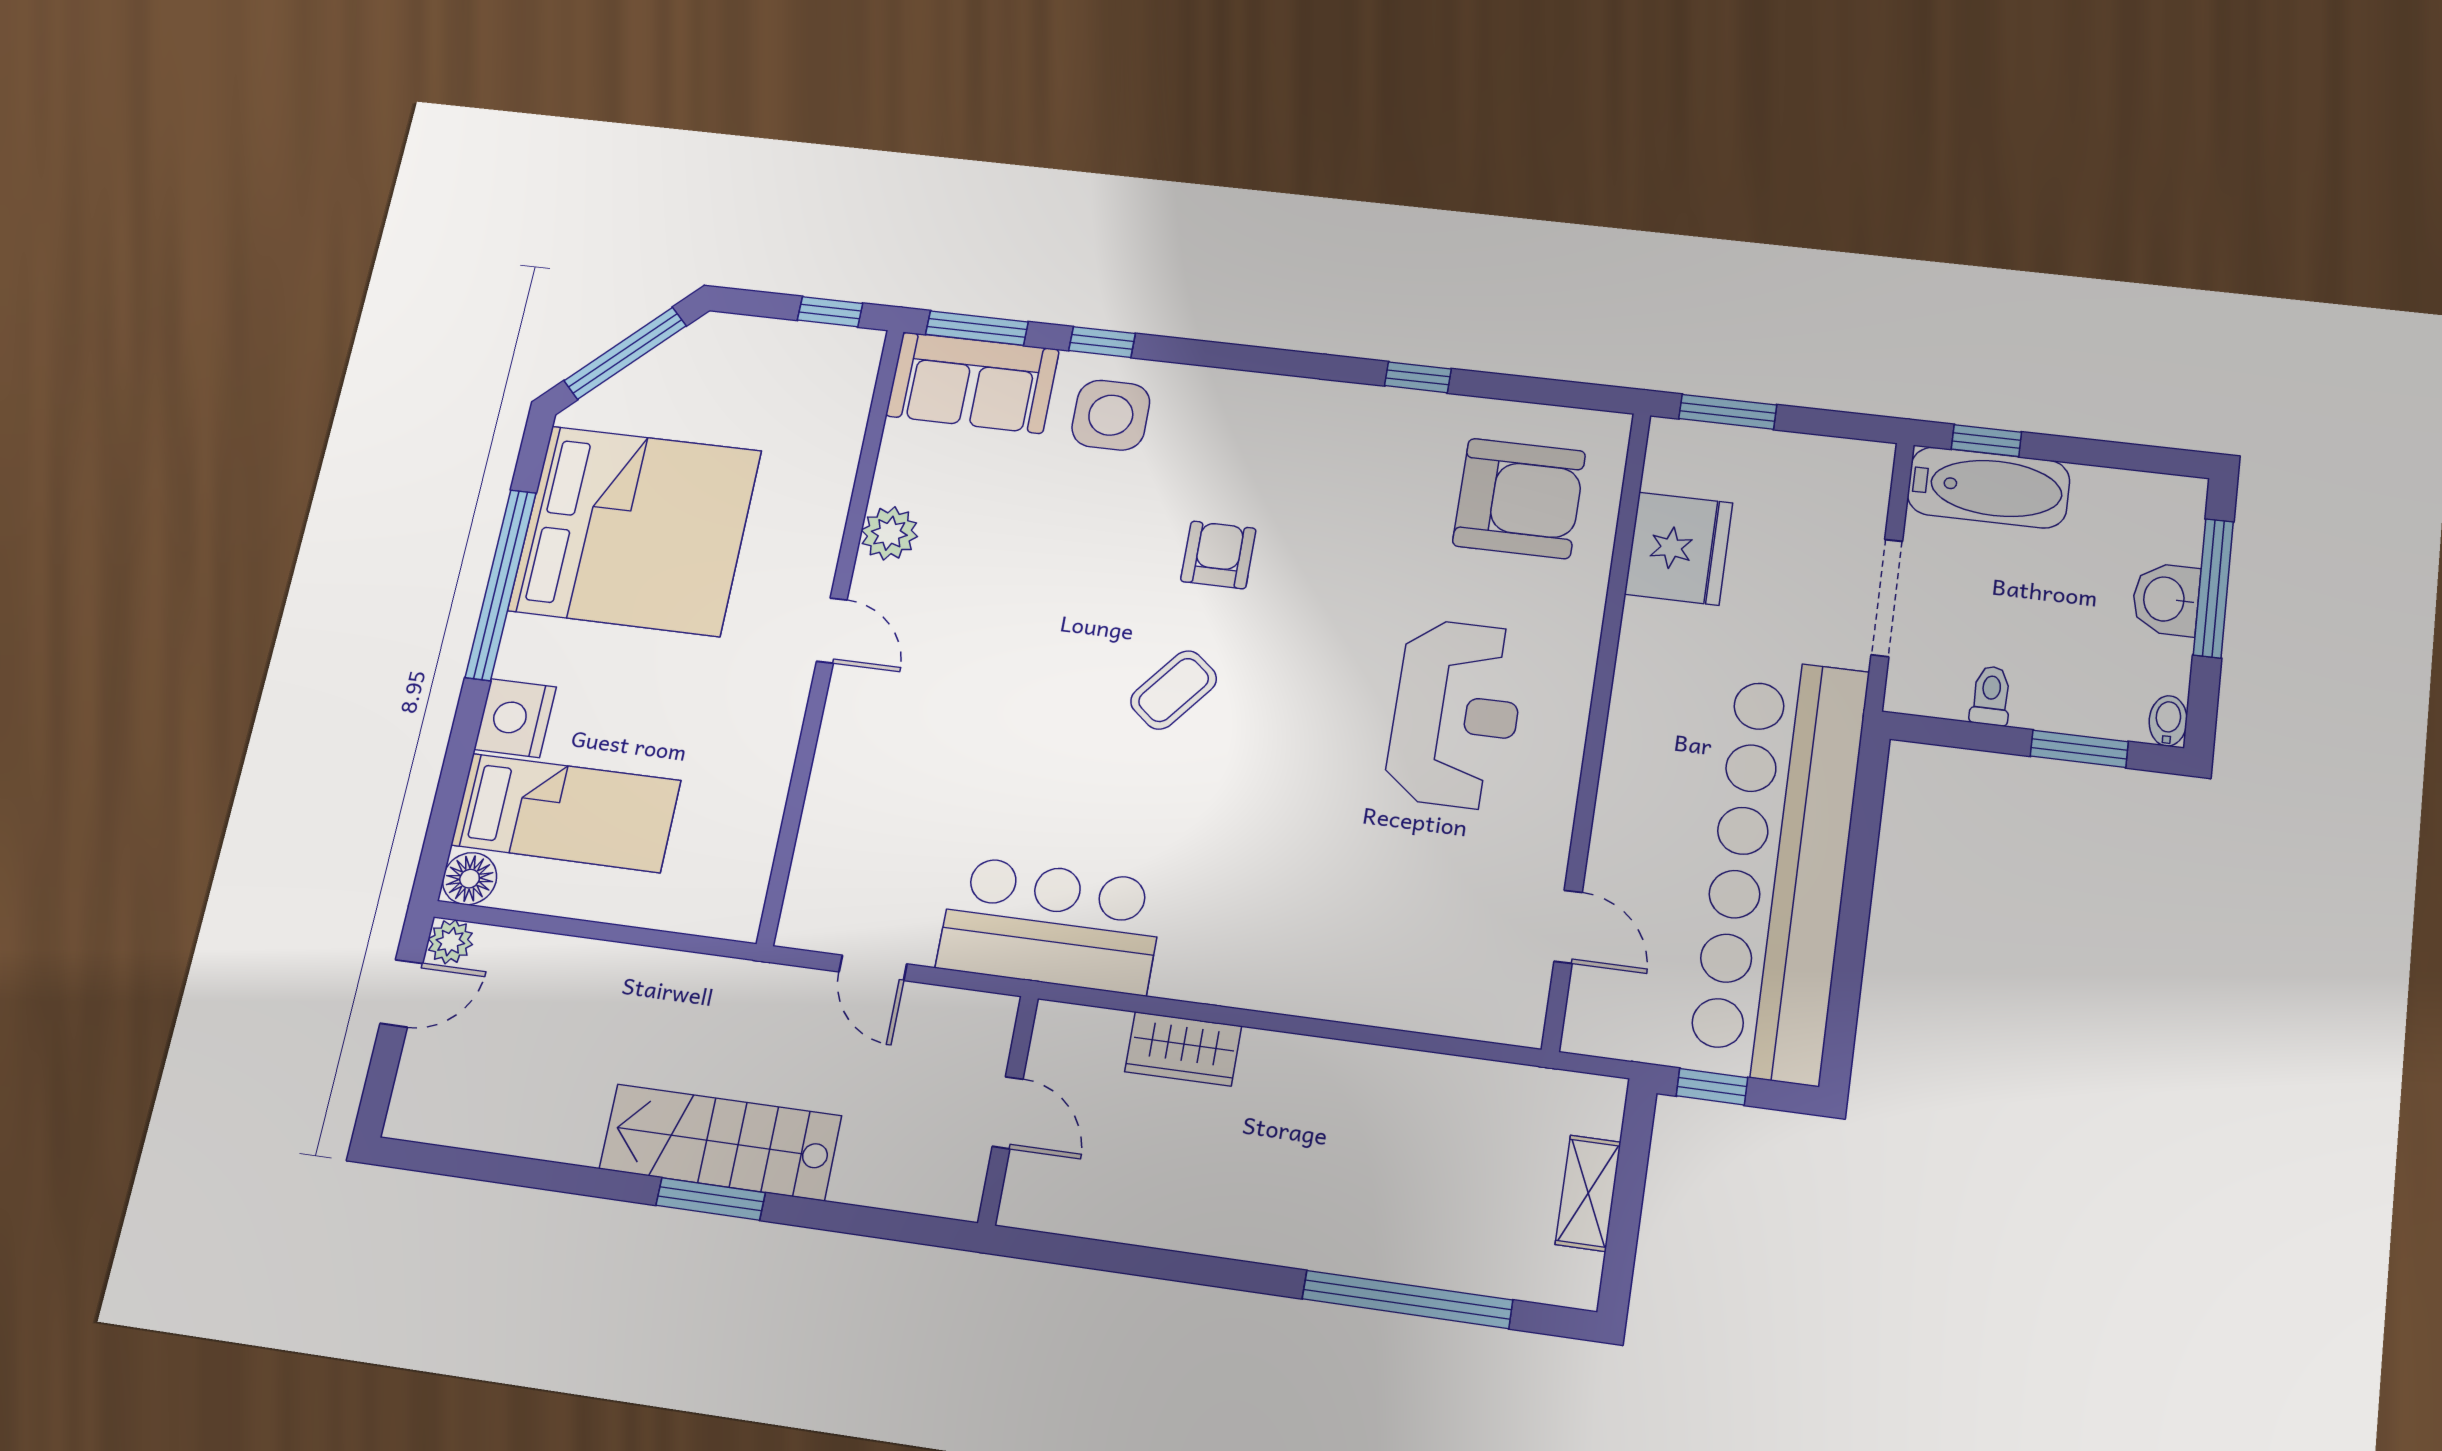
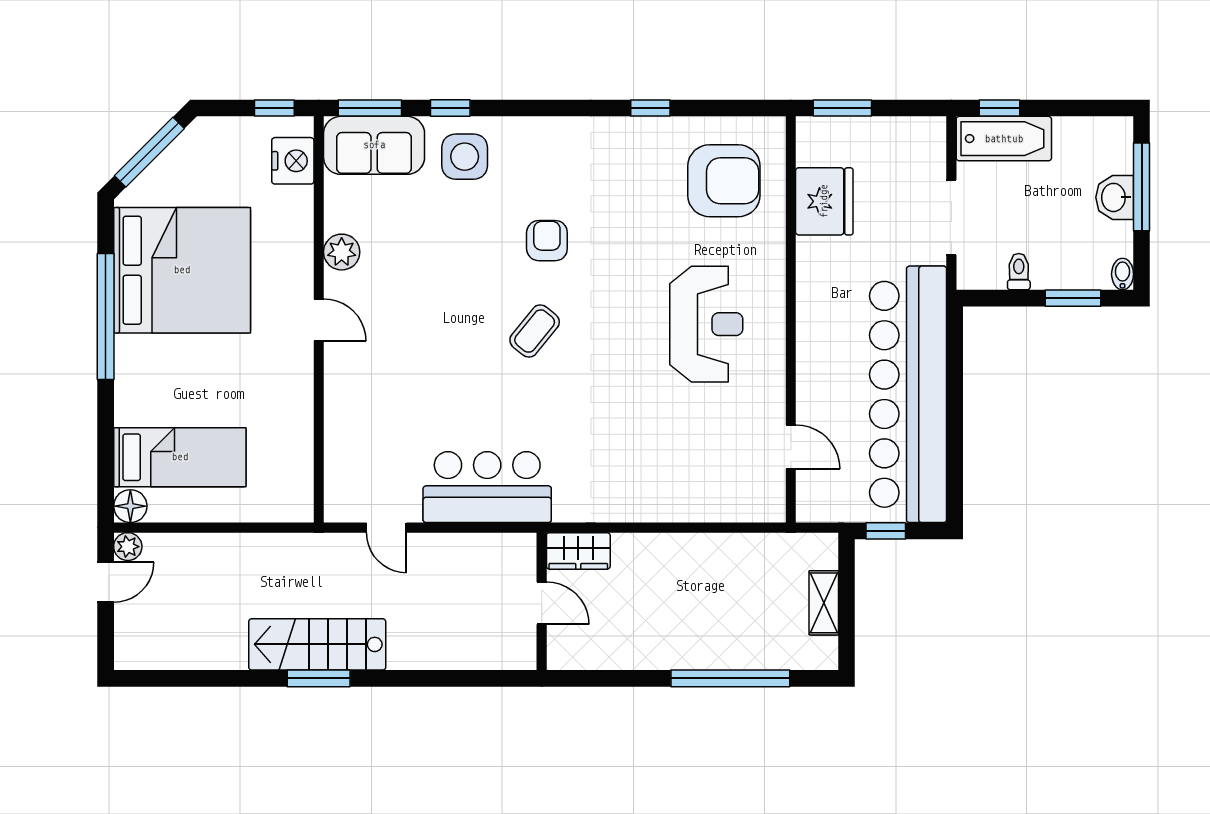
nightstand: (515, 718) -> (293, 161), moved, turned 180
wall: (1008, 1110) -> (542, 601), moved
door: (1008, 1113) -> (542, 603), moved

